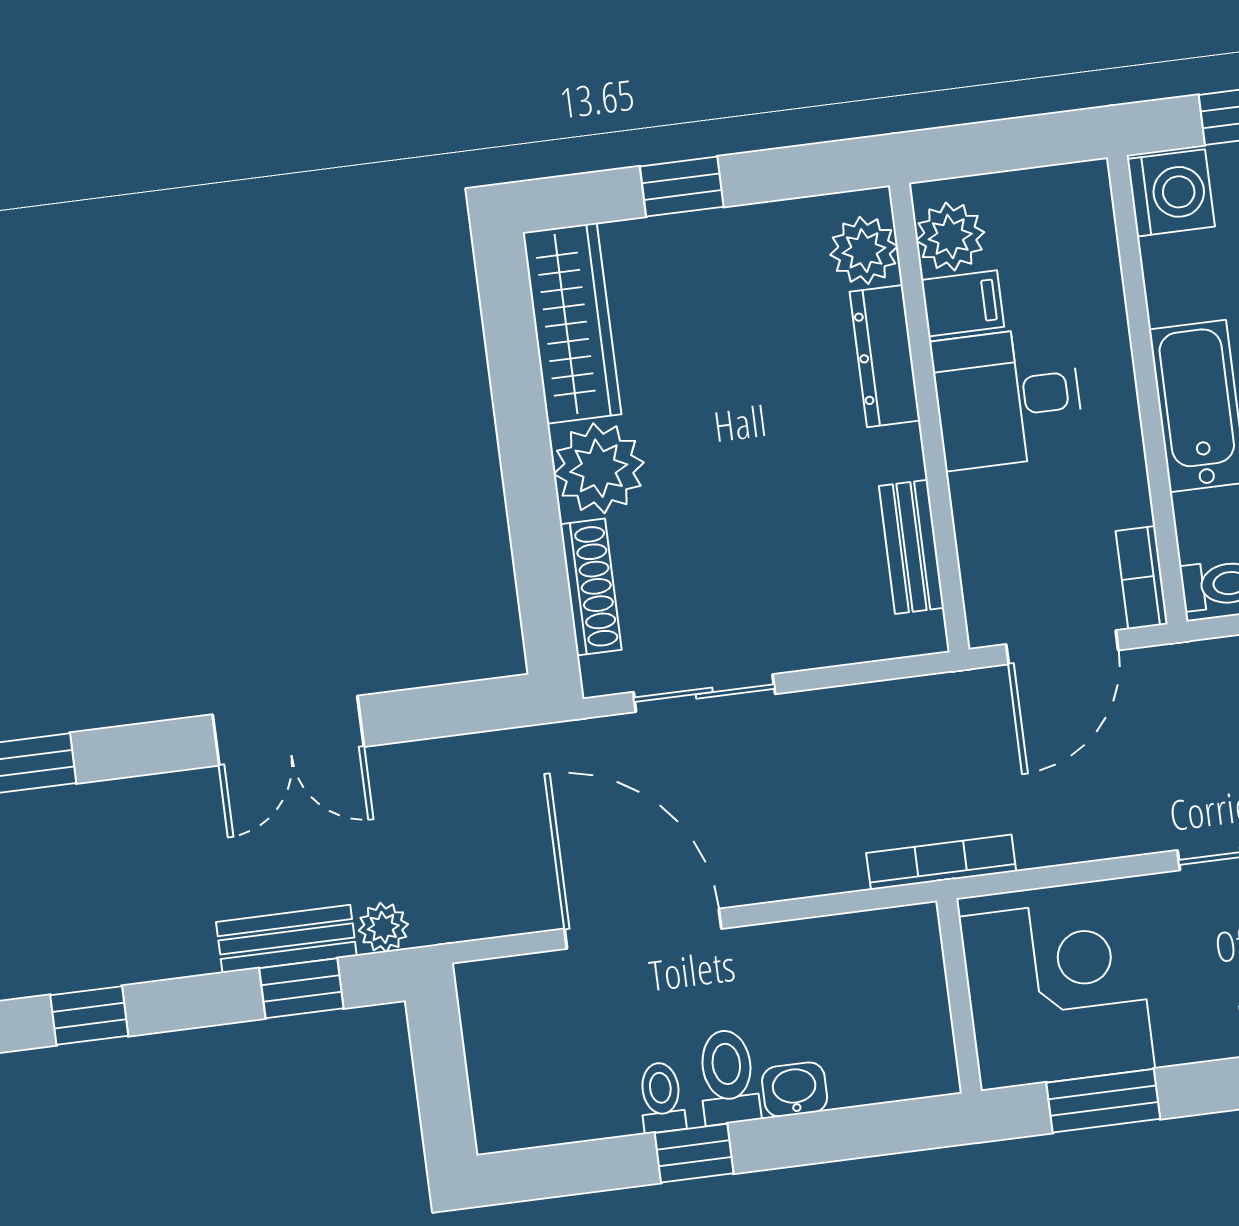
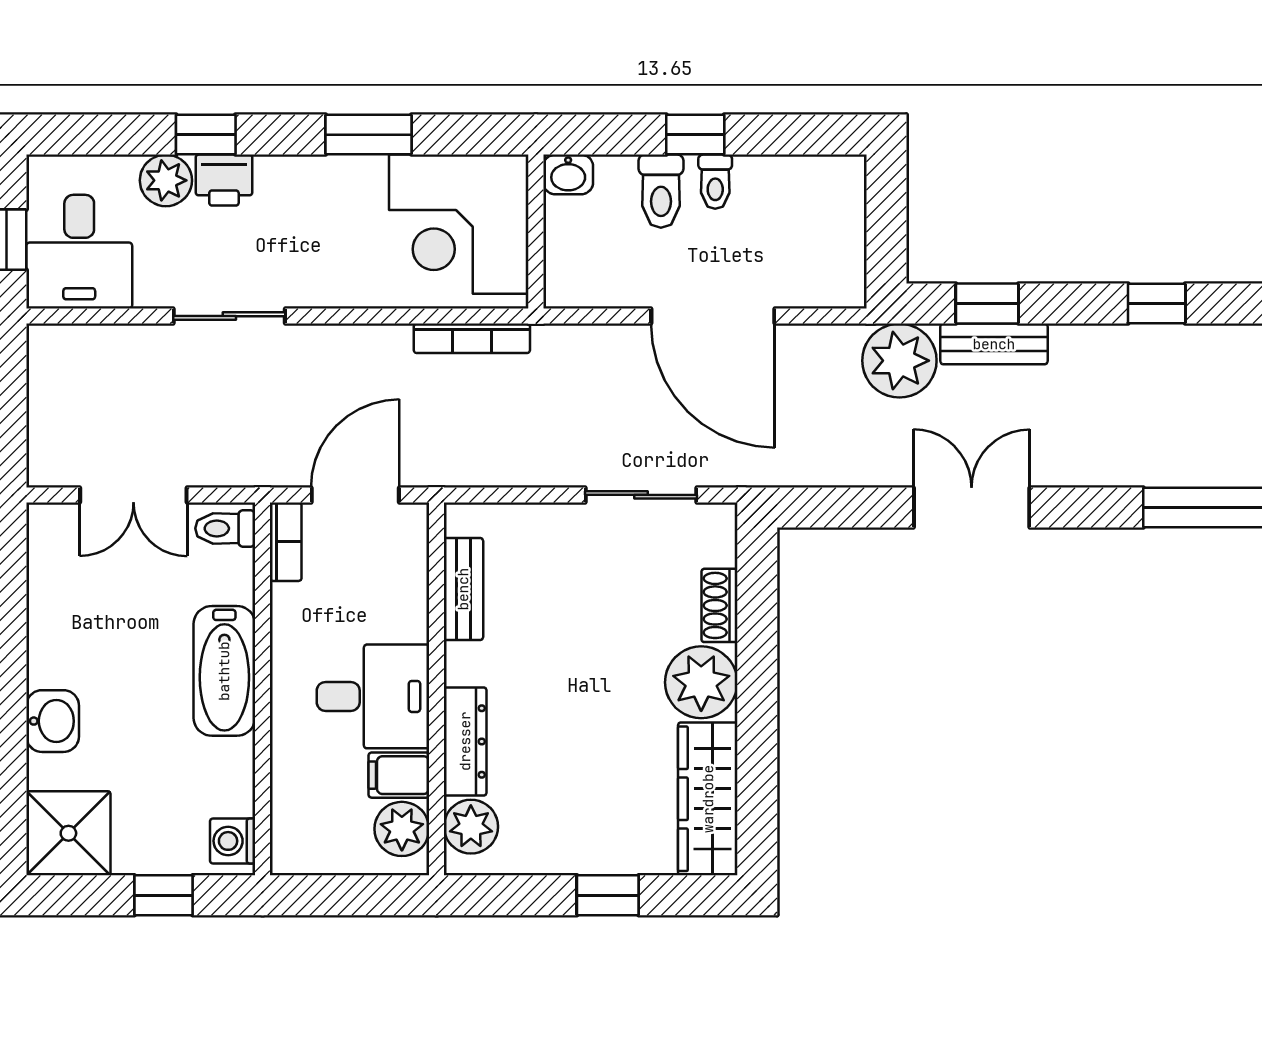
washing machine: (1171, 193) -> (233, 841), width x0.73, depth x0.73
shoe rack: (591, 587) -> (719, 605), width x0.70
plant: (383, 927) -> (899, 361), width x1.88, depth x1.88
corner desk: (1057, 993) -> (459, 224), moved
wall: (959, 996) -> (536, 232), moved
washbasin: (795, 1090) -> (568, 174), moved

